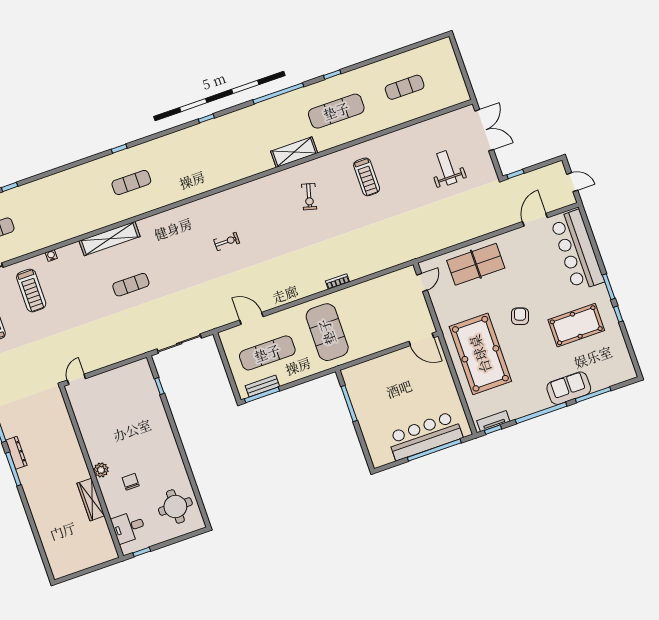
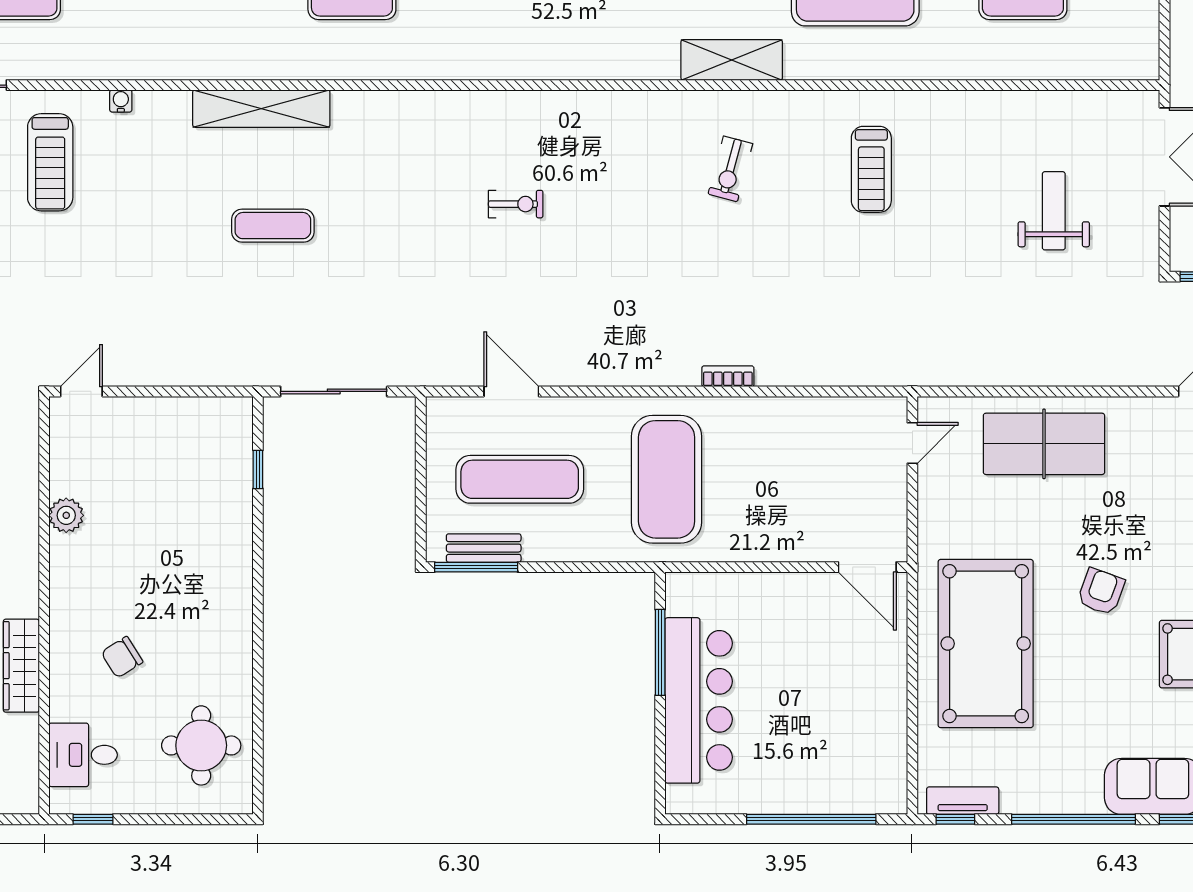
bar counter: (425, 436) -> (699, 700), moved, turned 90
plant: (101, 470) -> (66, 515), moved
chair: (131, 482) -> (122, 657), turned -122

